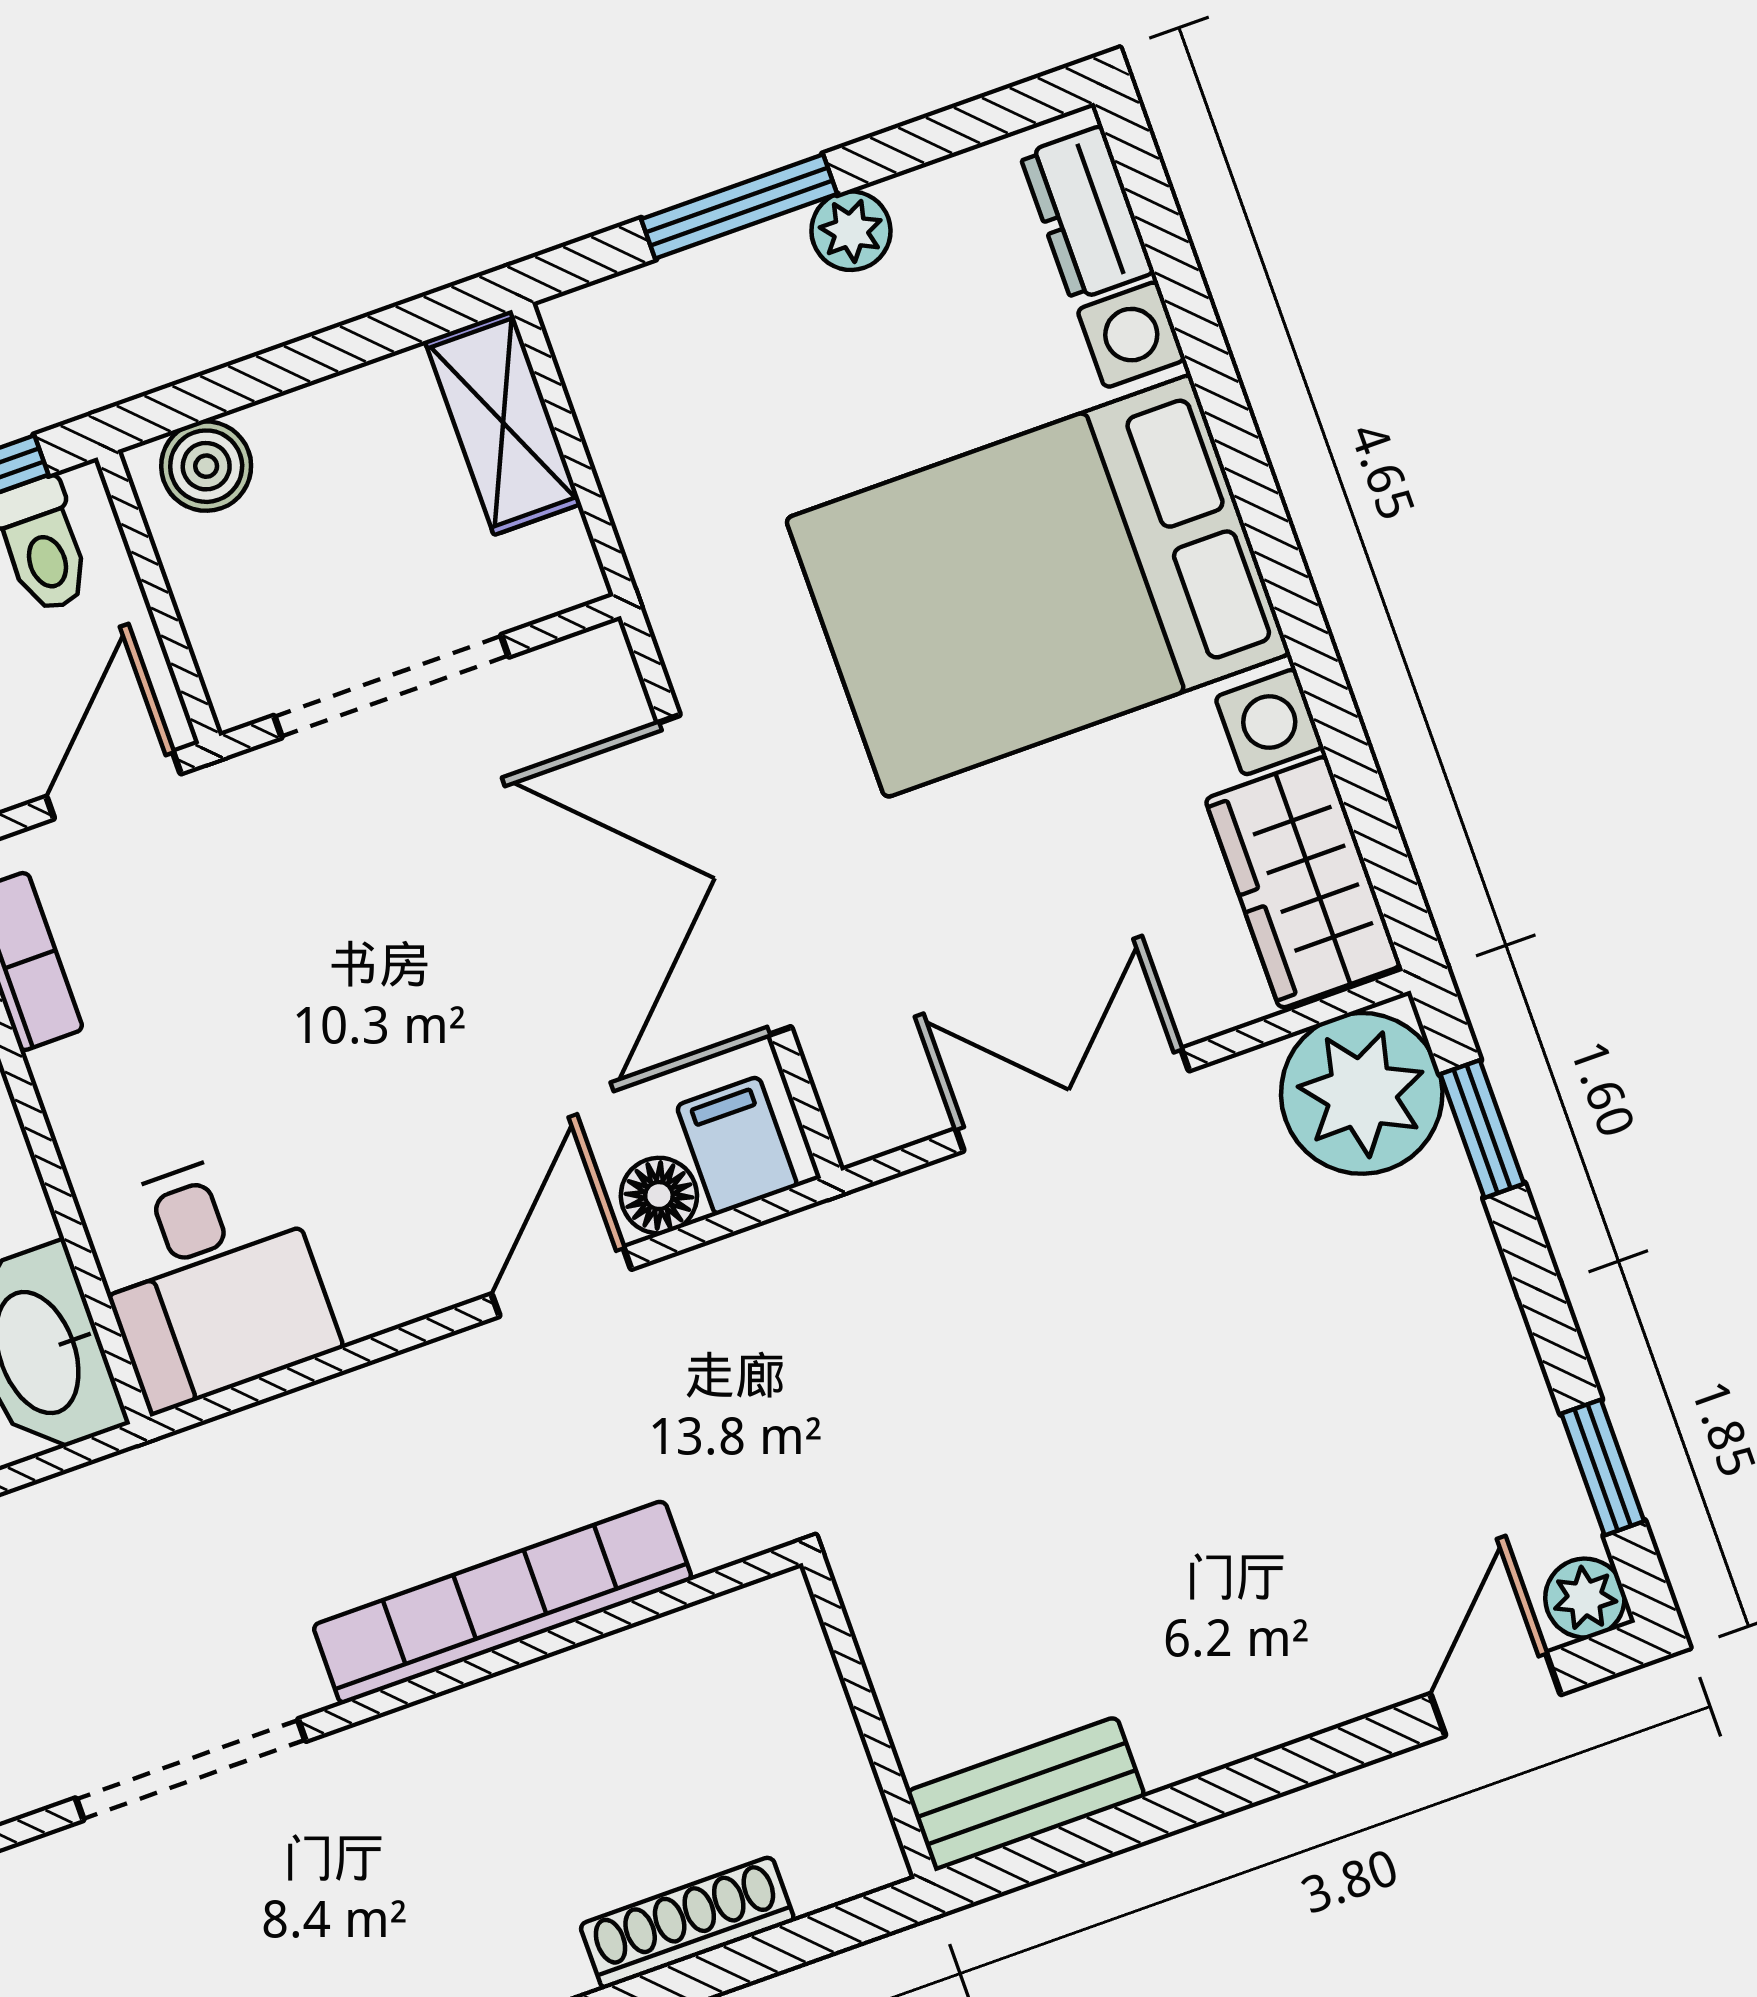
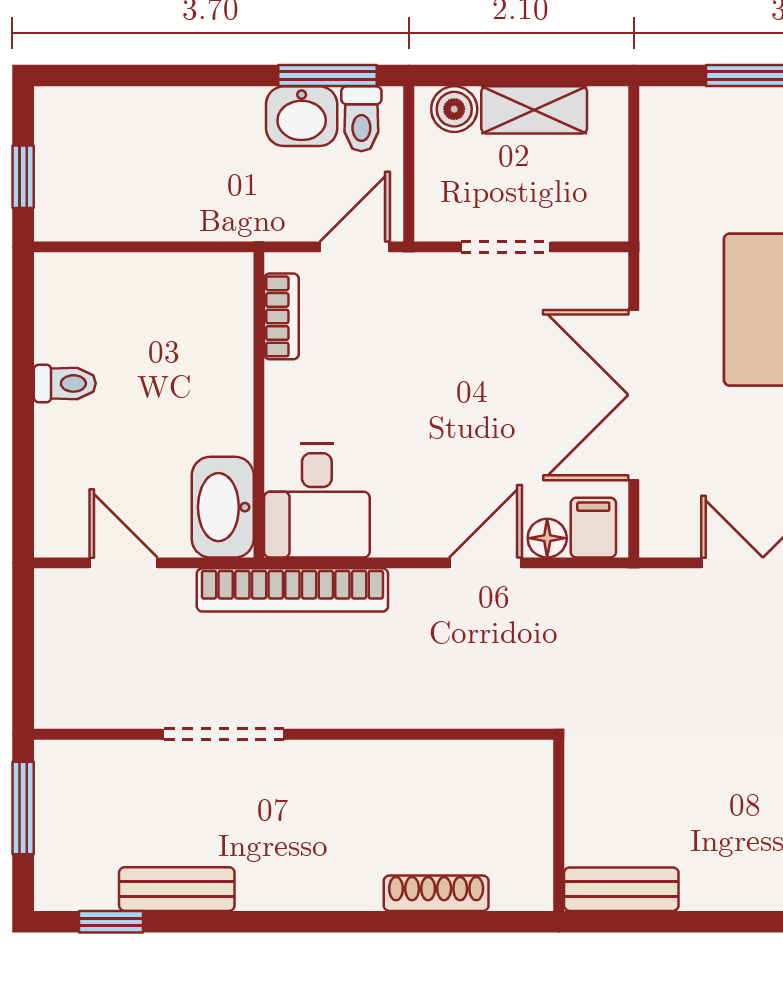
shelving: (503, 422) -> (534, 110), moved, turned 90
doorway: (391, 686) -> (506, 247), width x0.73
bookcase: (503, 1602) -> (292, 590), moved, turned 180

